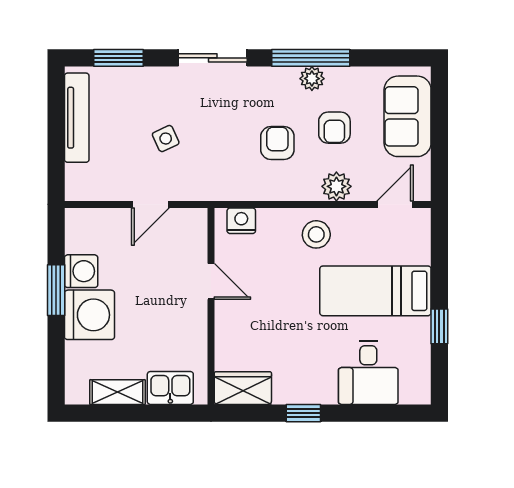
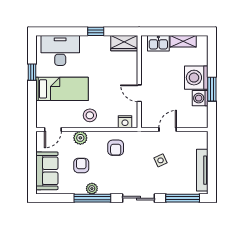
window: (119, 58) -> (183, 198), width x1.44
armchair: (277, 143) -> (116, 148), moved
desk: (368, 373) -> (60, 50), width x1.37

